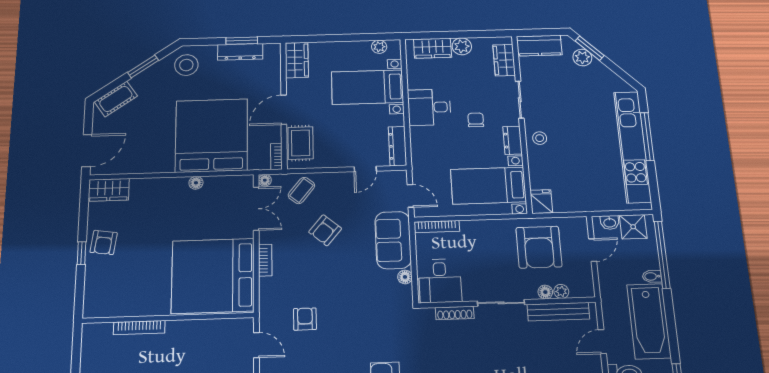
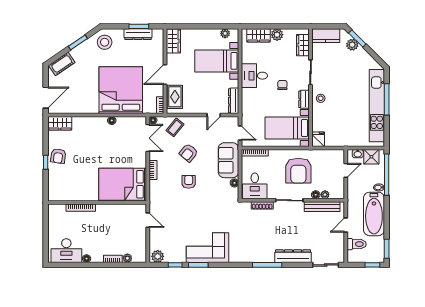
armchair: (539, 247) -> (298, 171), moved
bed: (213, 276) -> (123, 184), width x0.73
armchair: (305, 319) -> (189, 182), moved

